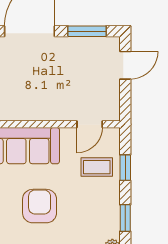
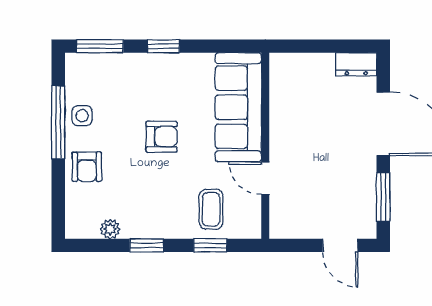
door: (90, 124) -> (265, 178), moved
armchair: (40, 206) -> (162, 137), width x0.72, depth x0.72

